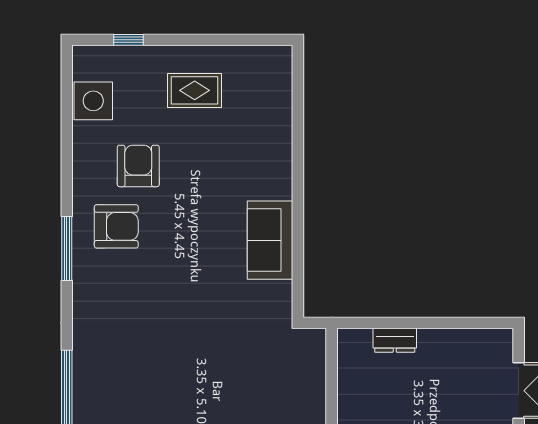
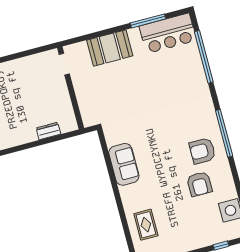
rug: (195, 90) -> (146, 225), moved, turned 90
window: (67, 248) -> (224, 133), width x1.46

